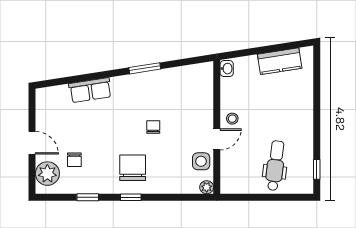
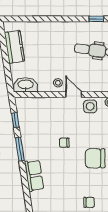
window: (183, 62) -> (15, 120), added
washbasin: (227, 69) -> (26, 85), width x1.91, depth x1.45
row of seats: (90, 90) -> (34, 176), moved

